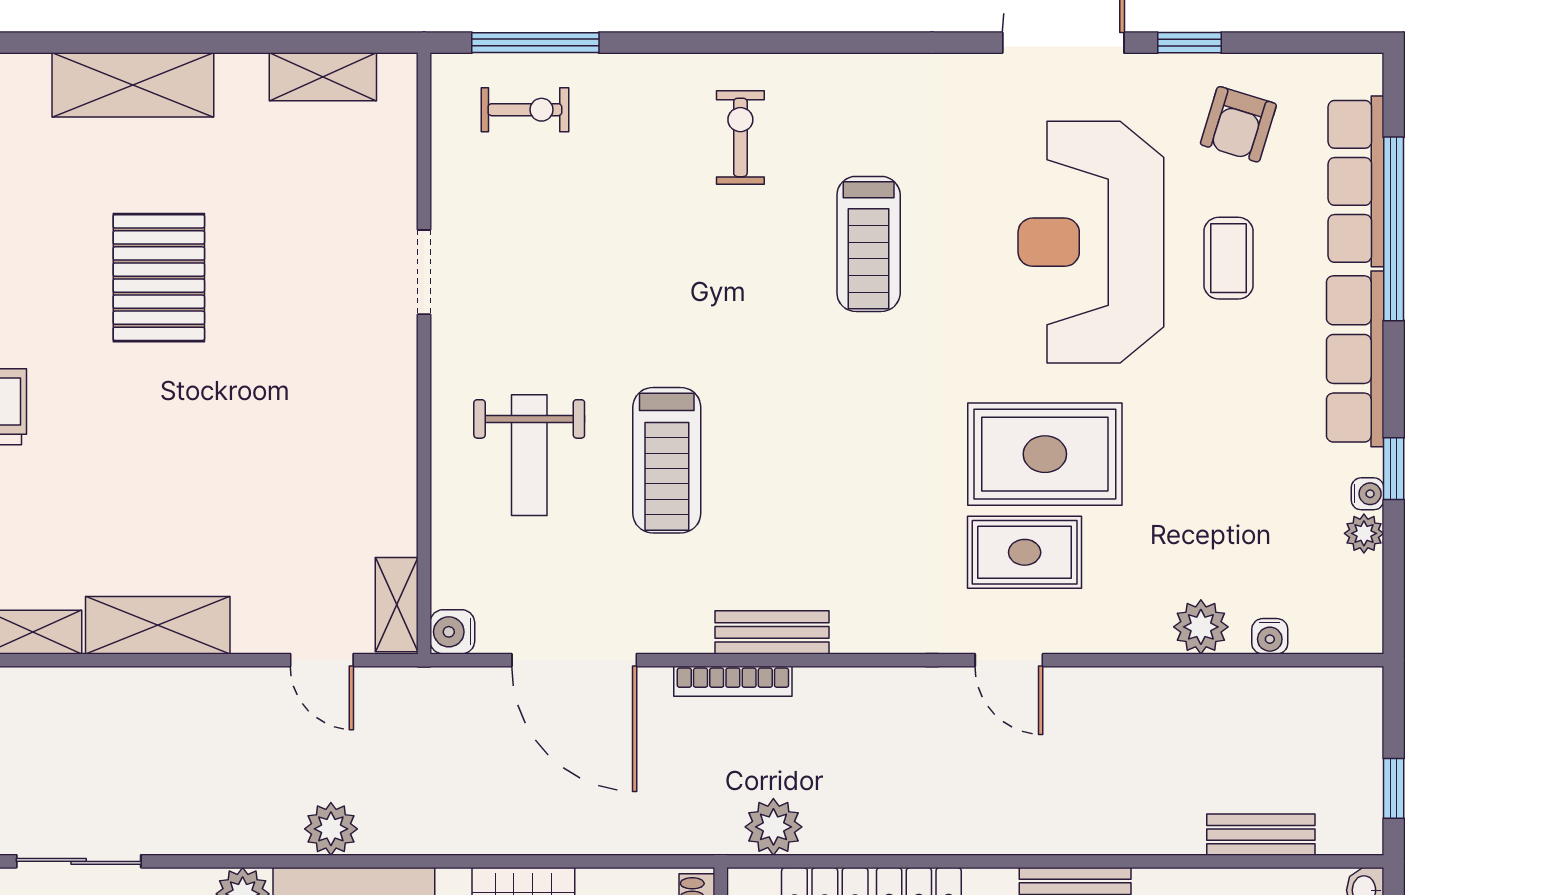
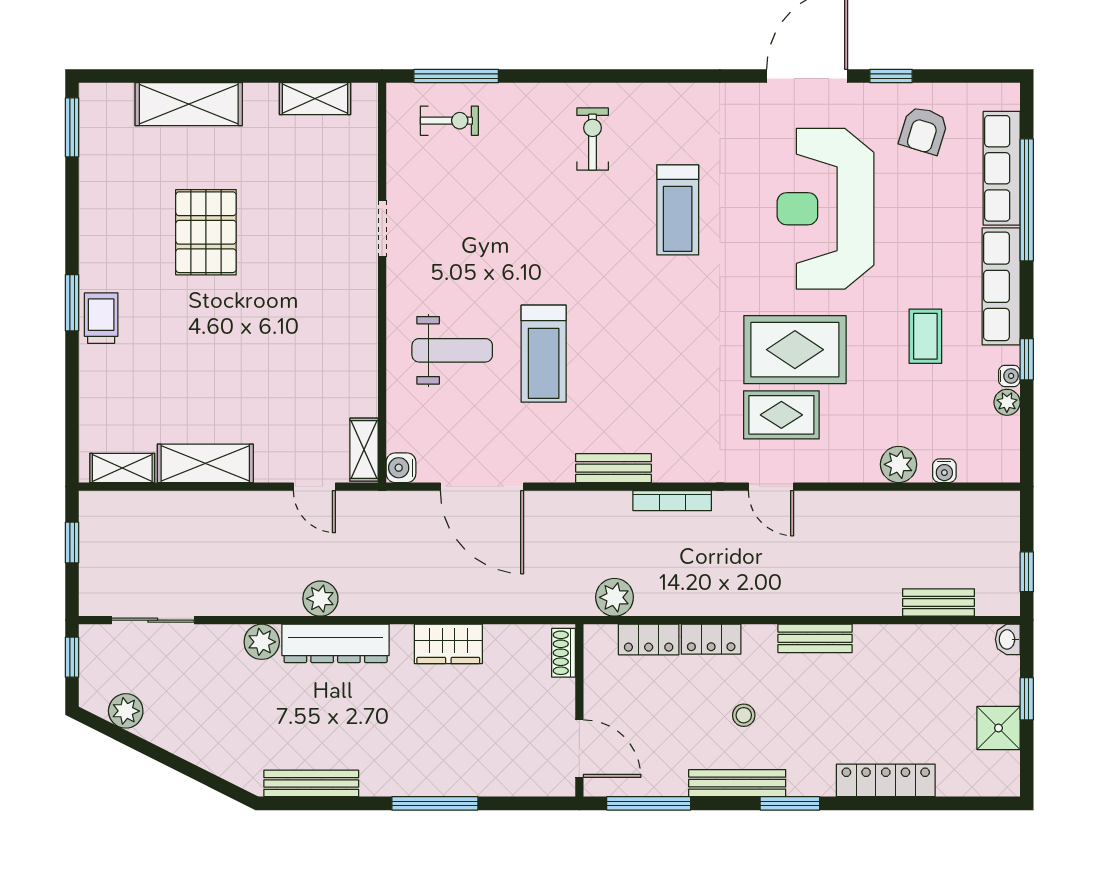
coffee table: (1229, 258) -> (925, 336), moved
weight bench: (529, 455) -> (452, 350), turned -90
bookcase: (733, 681) -> (672, 501), moved

